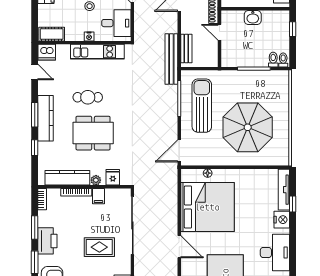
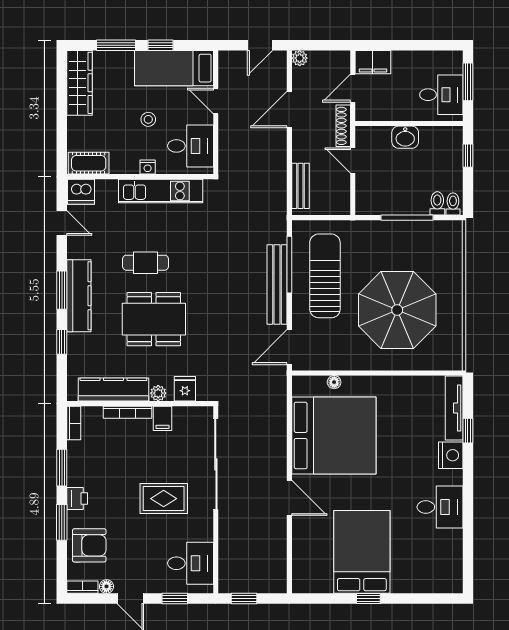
bench: (171, 59) -> (277, 284), moved
printer: (47, 241) -> (77, 499), width x0.53, depth x0.68
desk: (275, 252) -> (440, 507), width x0.73

